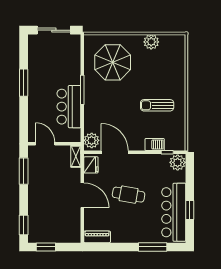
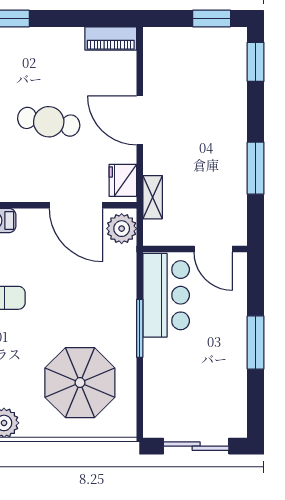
door: (45, 144) -> (213, 249), moved
wall: (54, 144) -> (195, 249), moved

